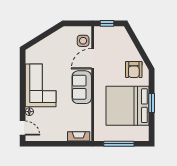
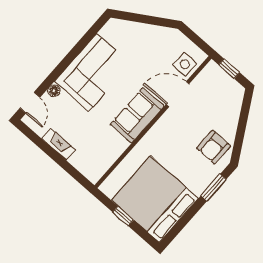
window: (152, 103) -> (214, 188), moved
bed: (128, 106) -> (155, 199), moved
fireplace: (79, 136) -> (58, 144), moved
window: (119, 144) -> (123, 216), width x0.46

